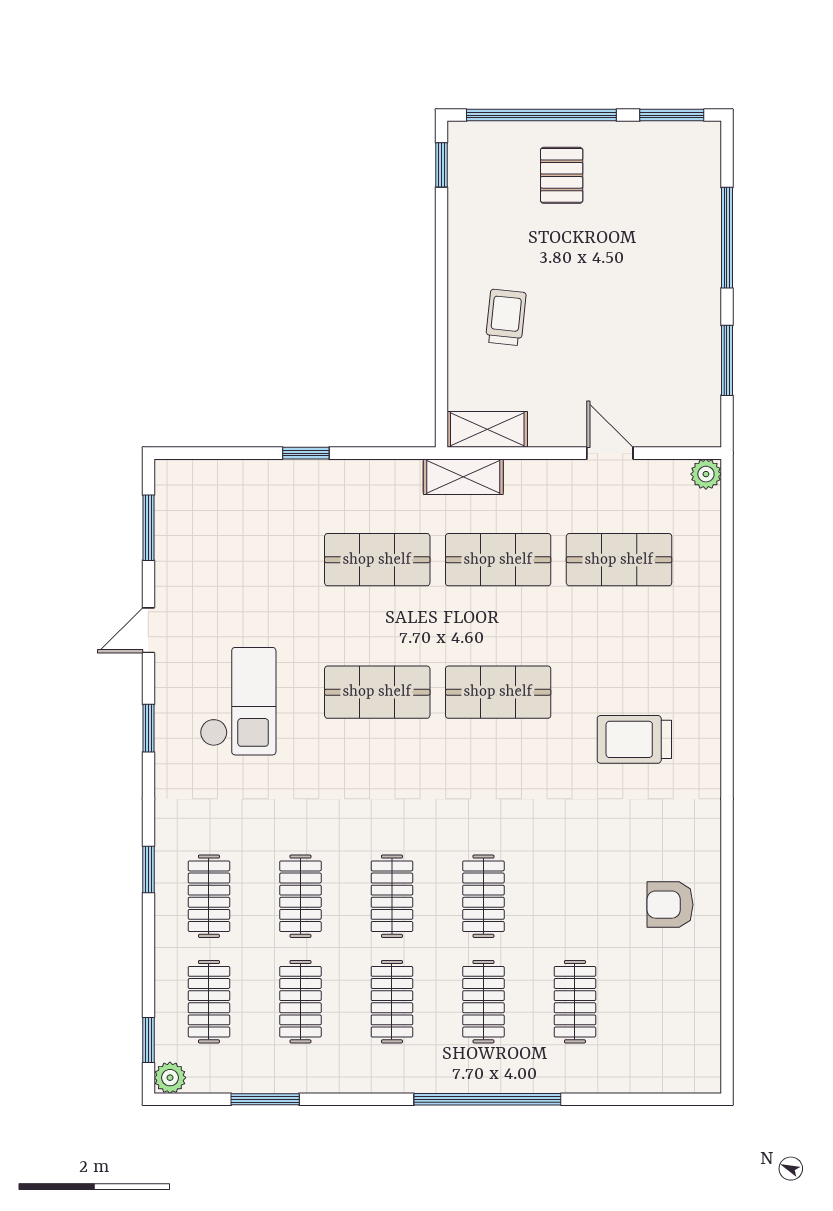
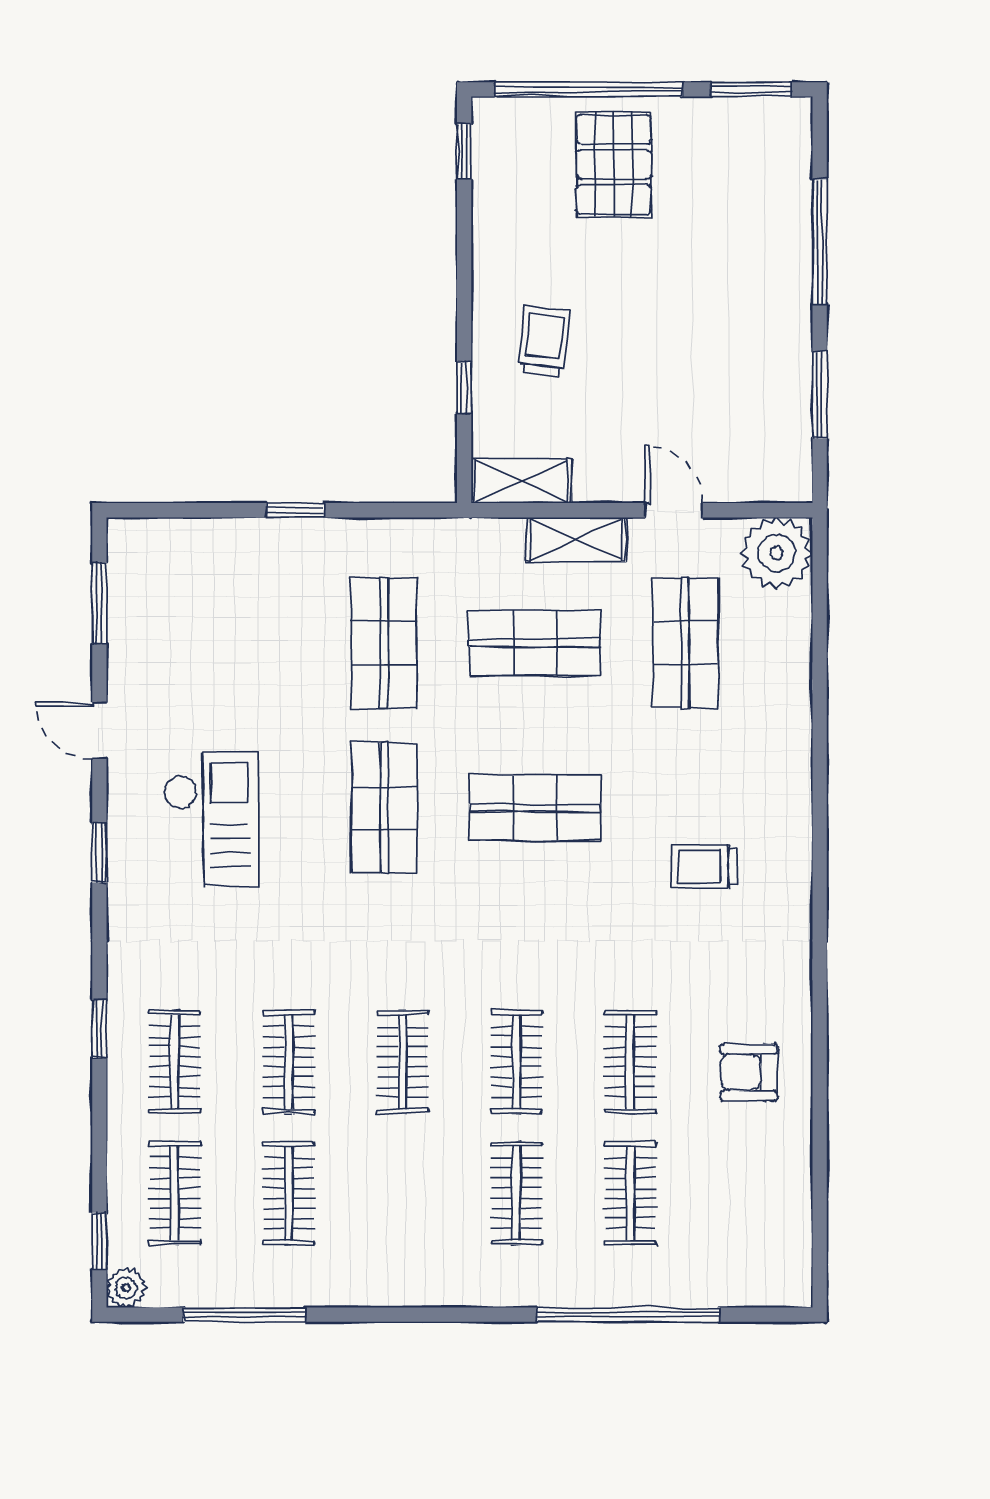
pallet: (562, 175) -> (614, 164), width x1.50, depth x1.42
window: (441, 355) -> (464, 388), added
plant: (706, 474) -> (777, 553), width x1.87, depth x1.87
shelving: (463, 477) -> (576, 540), moved
shop shelf: (377, 560) -> (384, 643), turned 90
shop shelf: (619, 560) -> (685, 643), turned 90
door: (148, 630) -> (99, 731), hinge flipped
shop shelf: (377, 692) -> (384, 808), turned 90
trolley: (634, 739) -> (704, 867), width x0.73, depth x0.72
clothes rail: (392, 1002) -> (630, 1062), moved
window: (265, 1099) -> (245, 1315), width x1.44
window: (487, 1099) -> (628, 1315), moved

